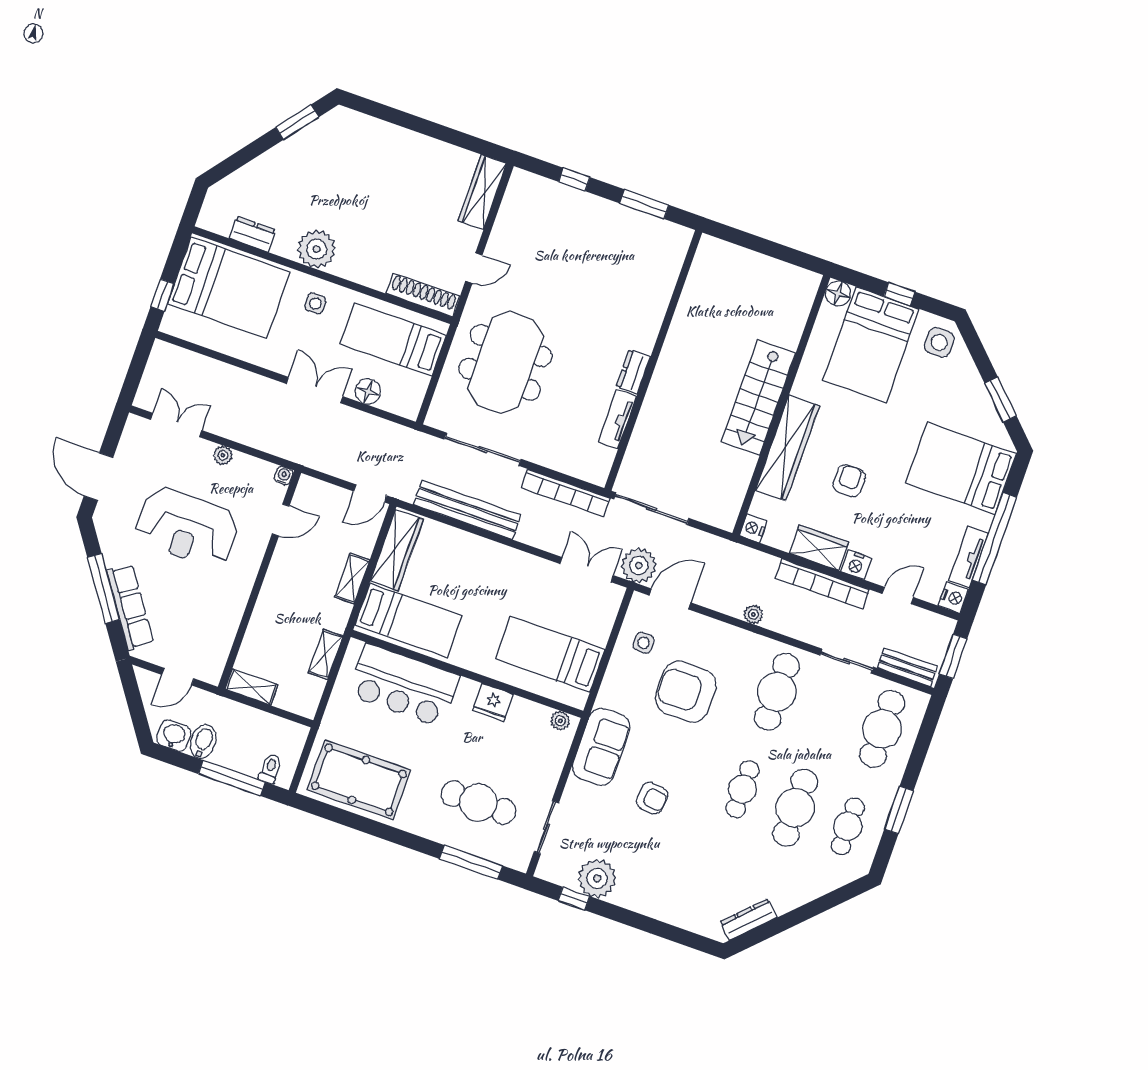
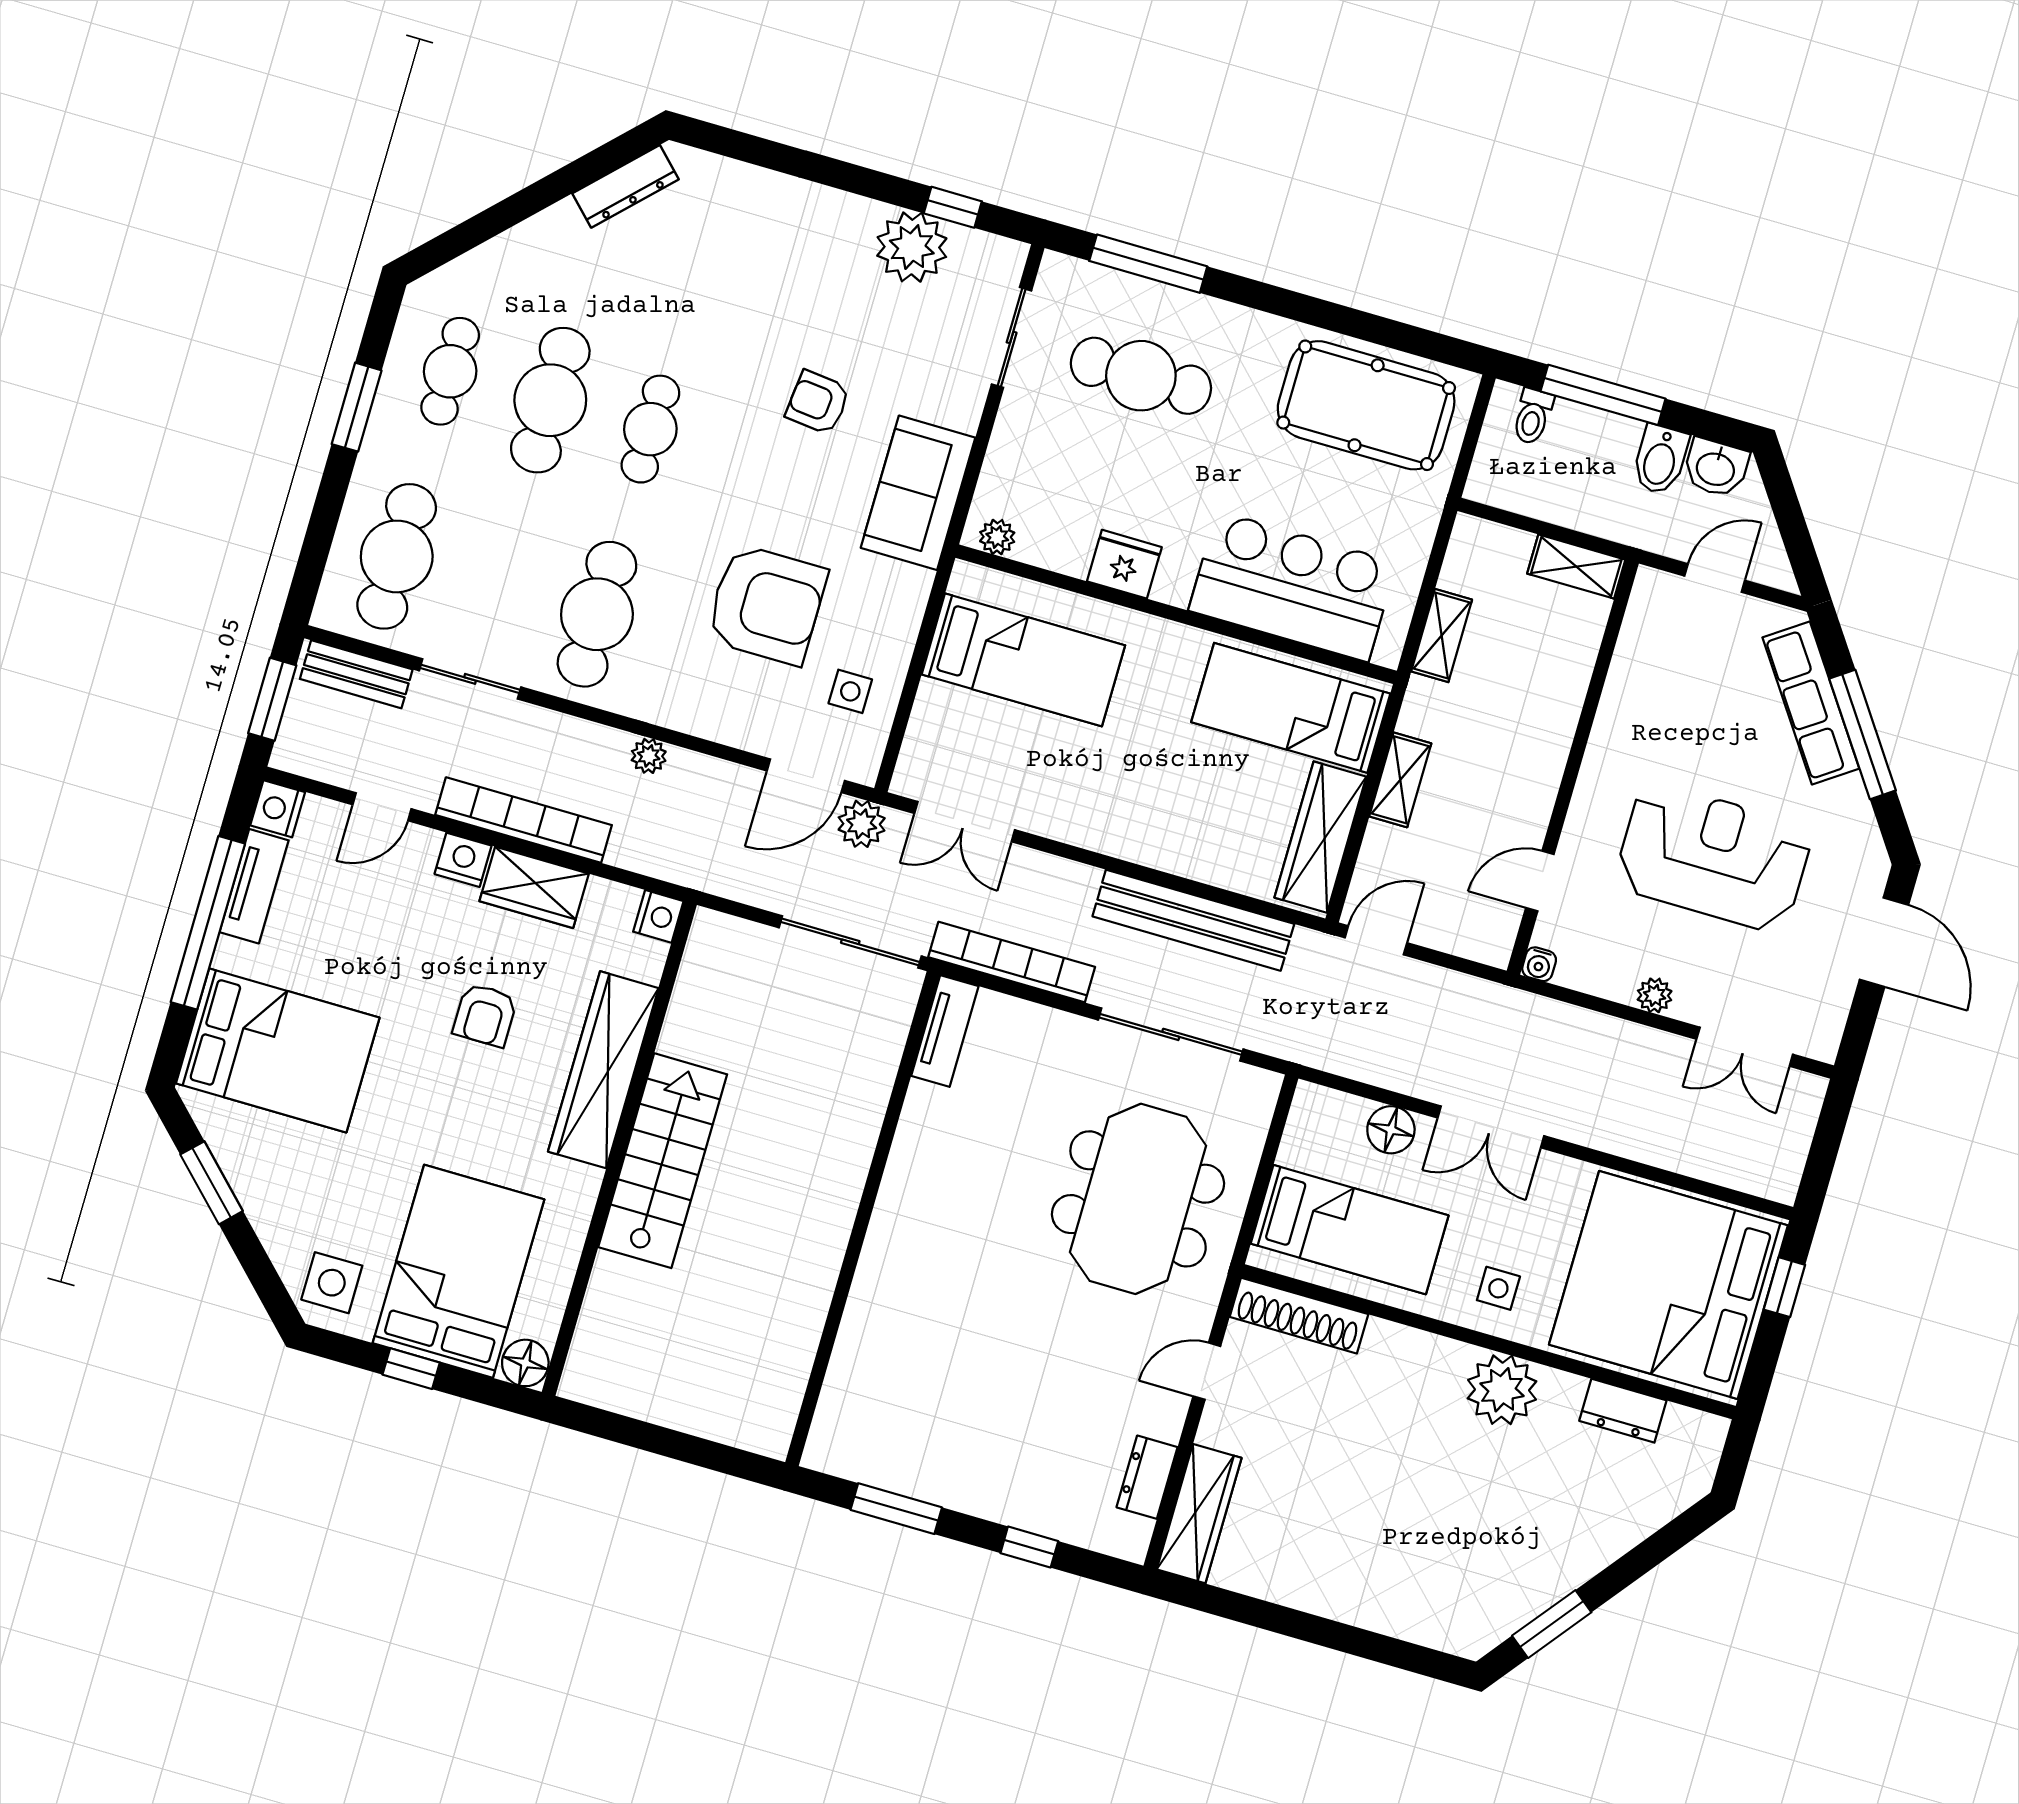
bed: (229, 288) -> (1668, 1285), width x1.36
dresser: (633, 372) -> (1147, 1477), moved, turned 180
tv unit: (617, 419) -> (945, 1031), moved
plant: (639, 566) -> (862, 824), width x0.73, depth x0.73

